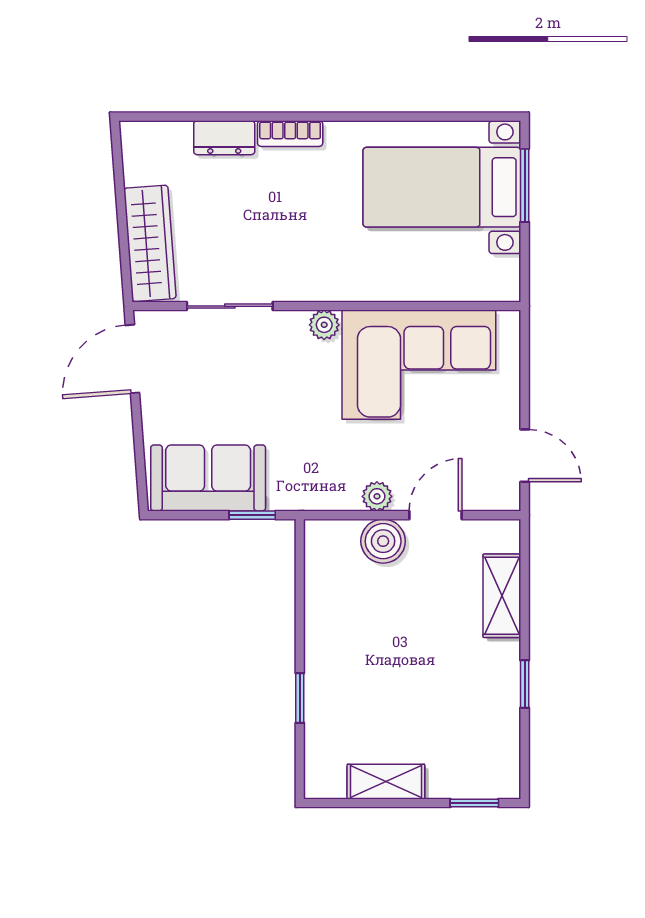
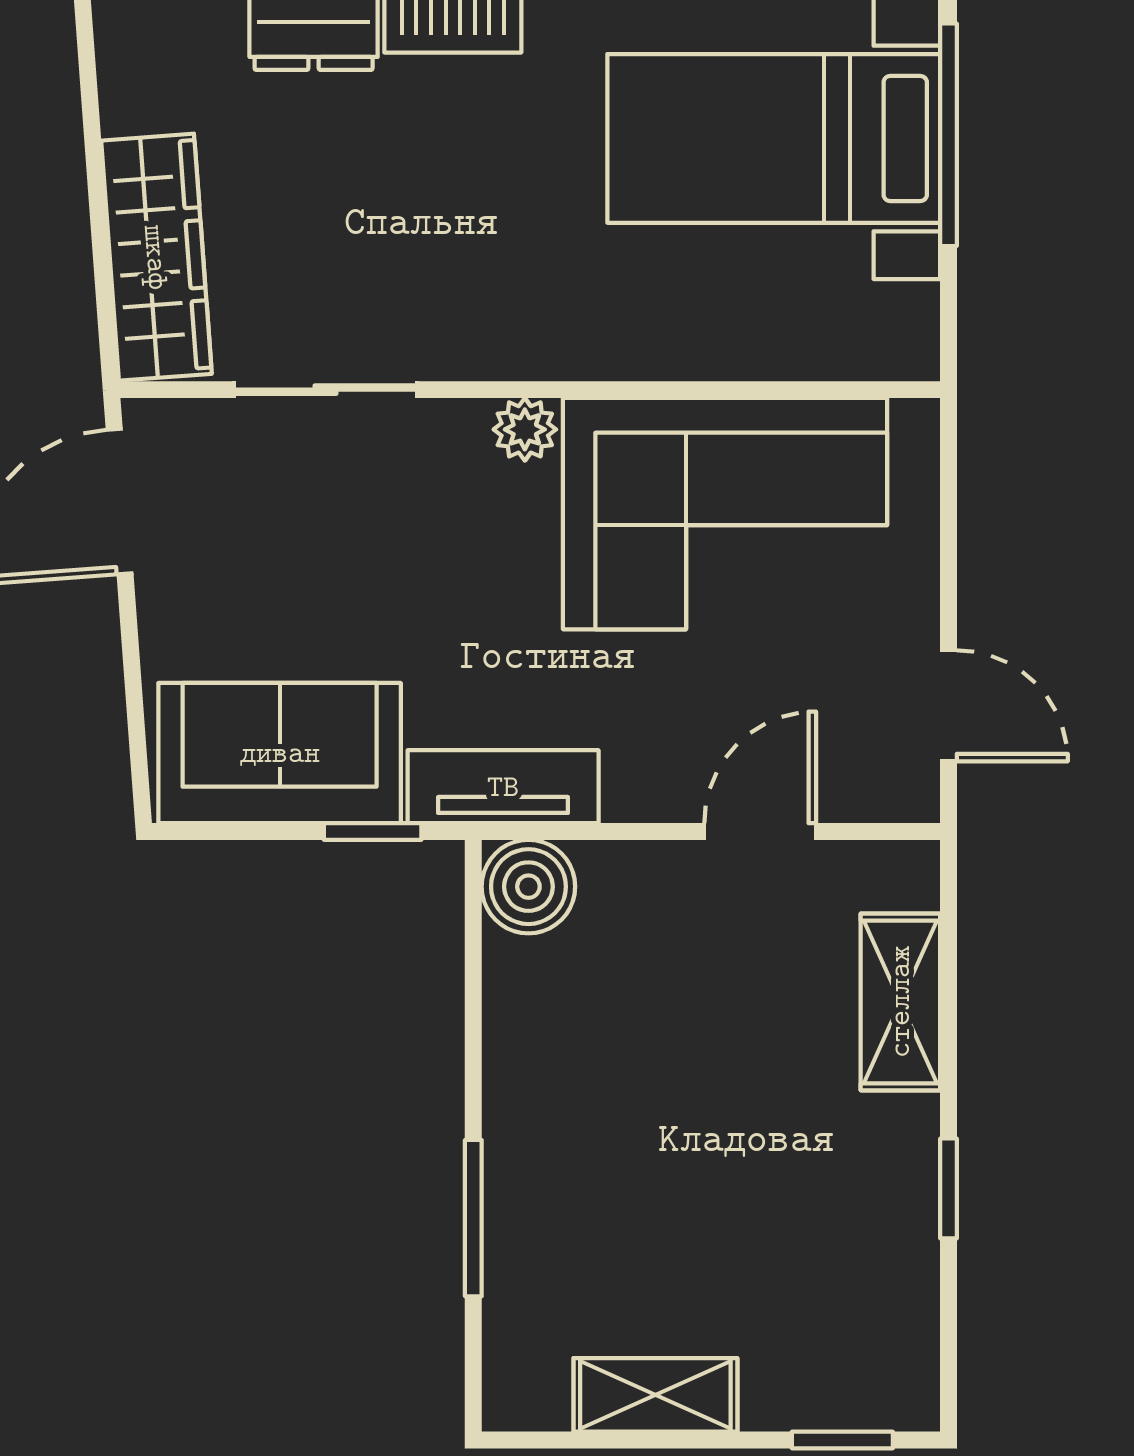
window: (525, 185) -> (949, 135), width x1.44
tv unit: (314, 494) -> (503, 787), added
plant: (377, 496) -> (636, 792), removed
boiler: (383, 541) -> (528, 887), moved
window: (300, 698) -> (473, 1218), width x1.50

